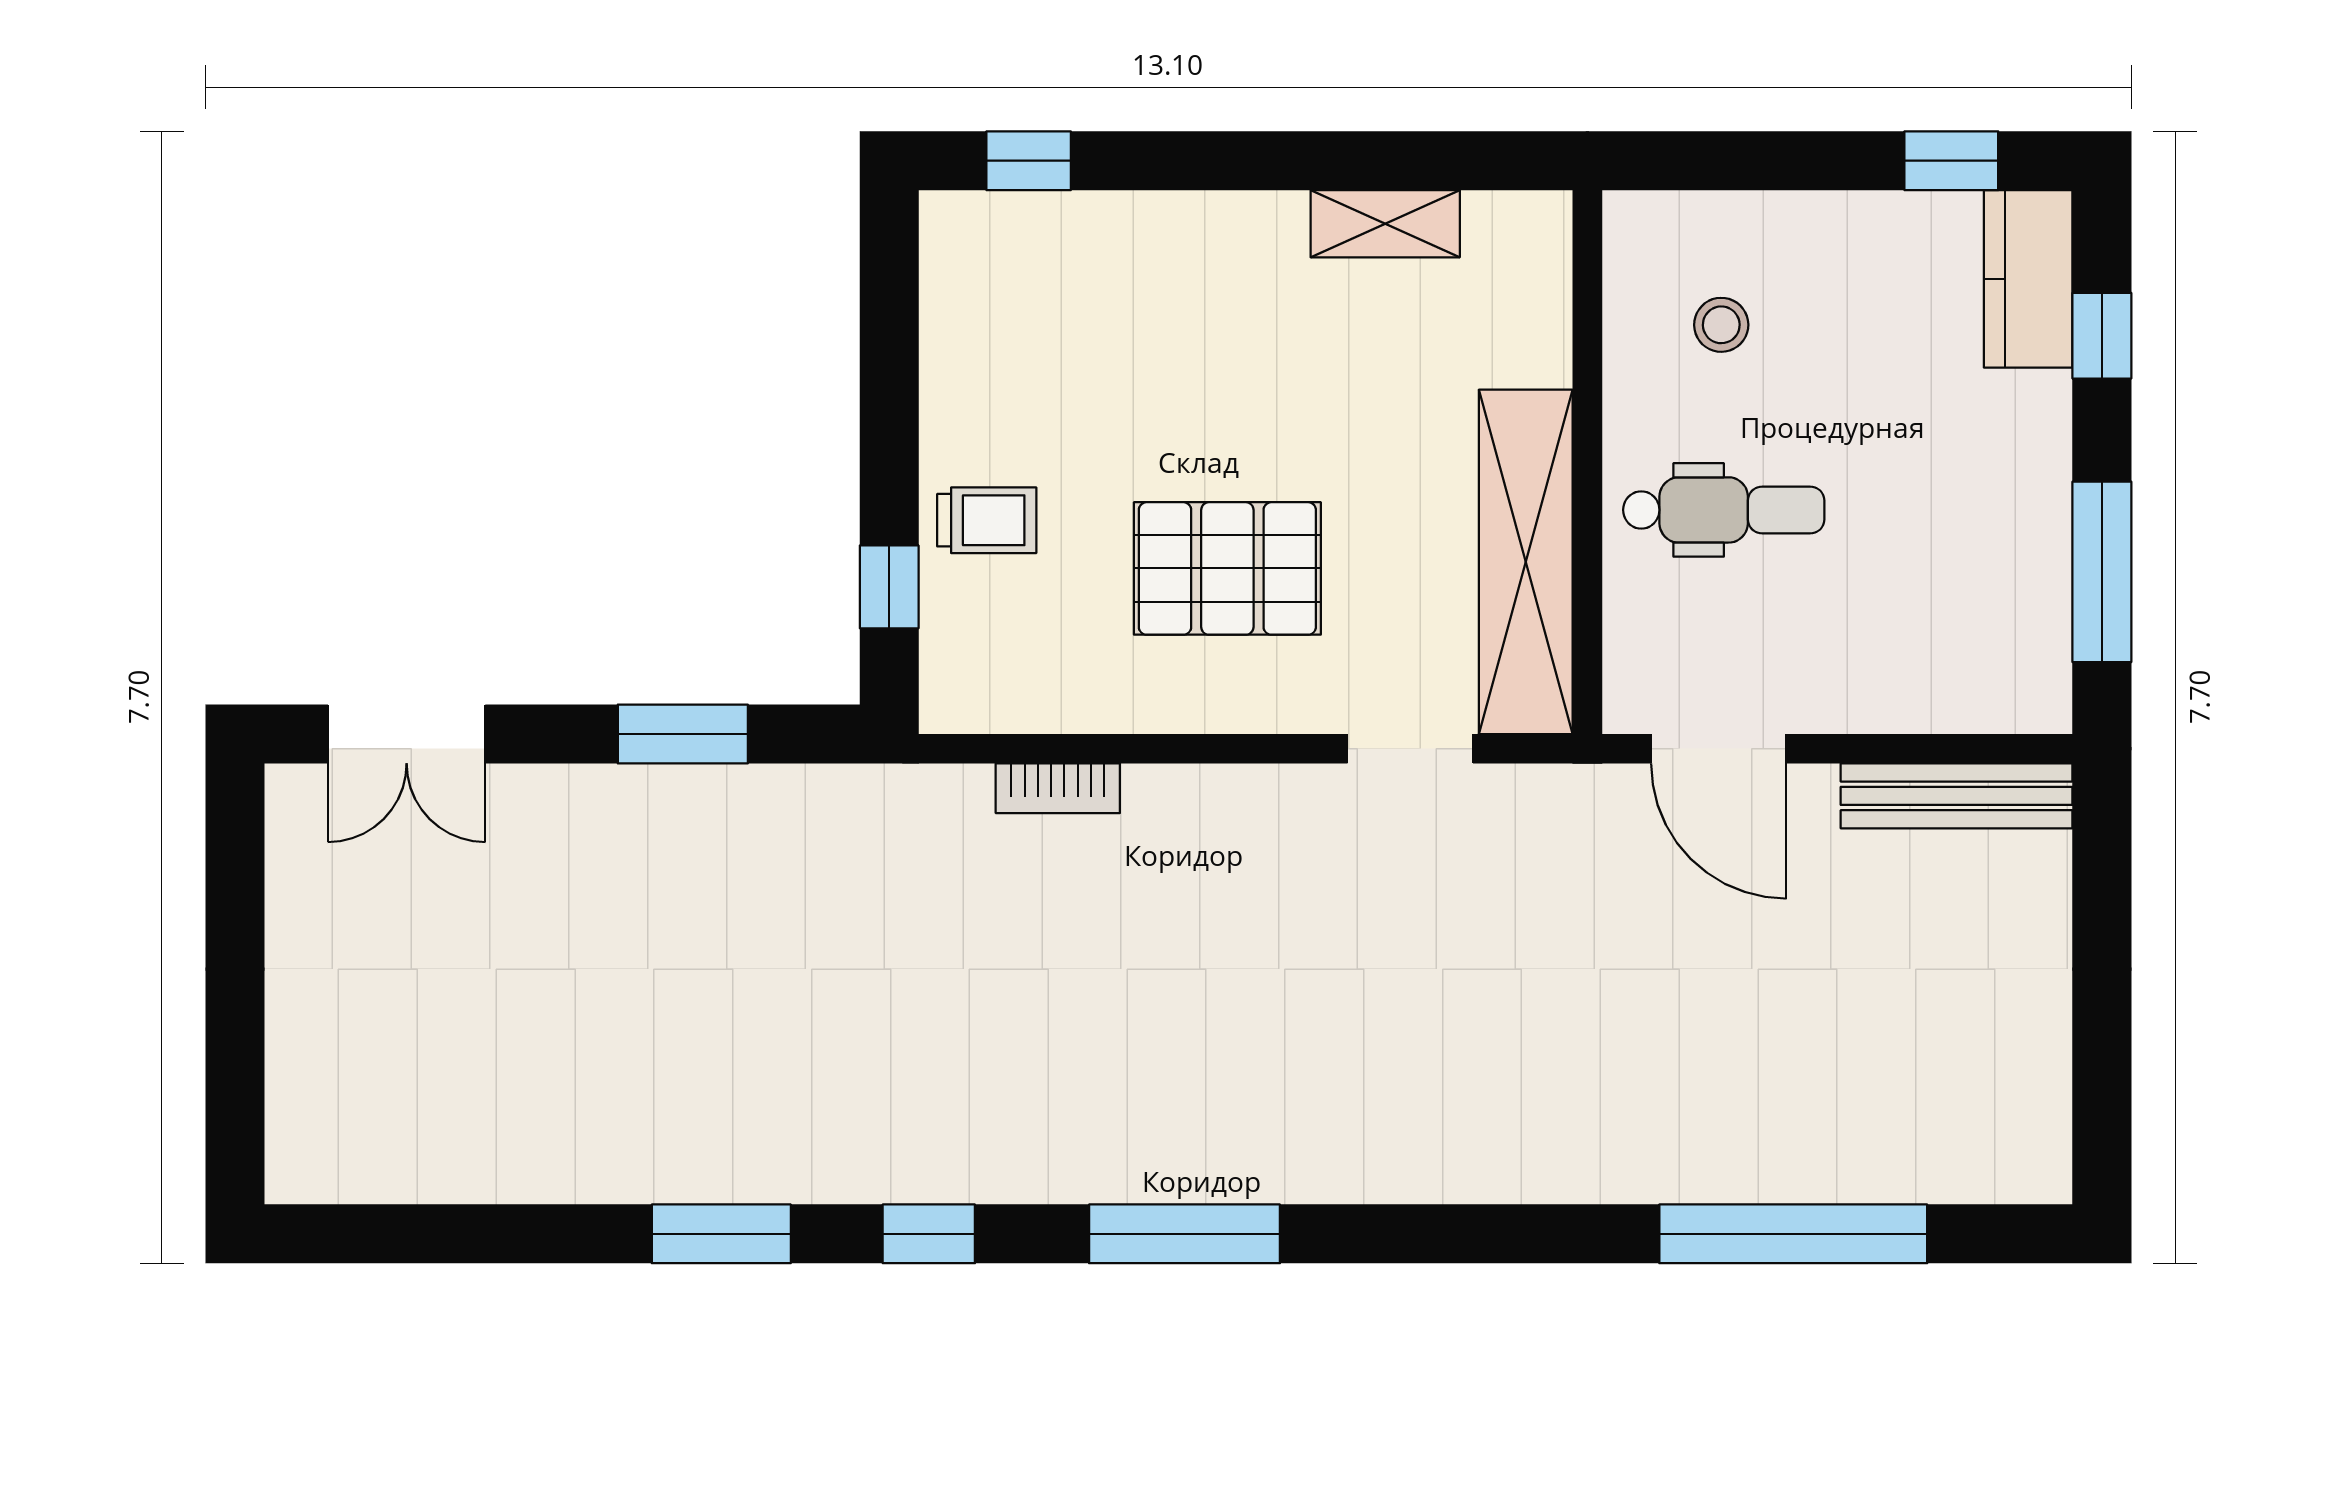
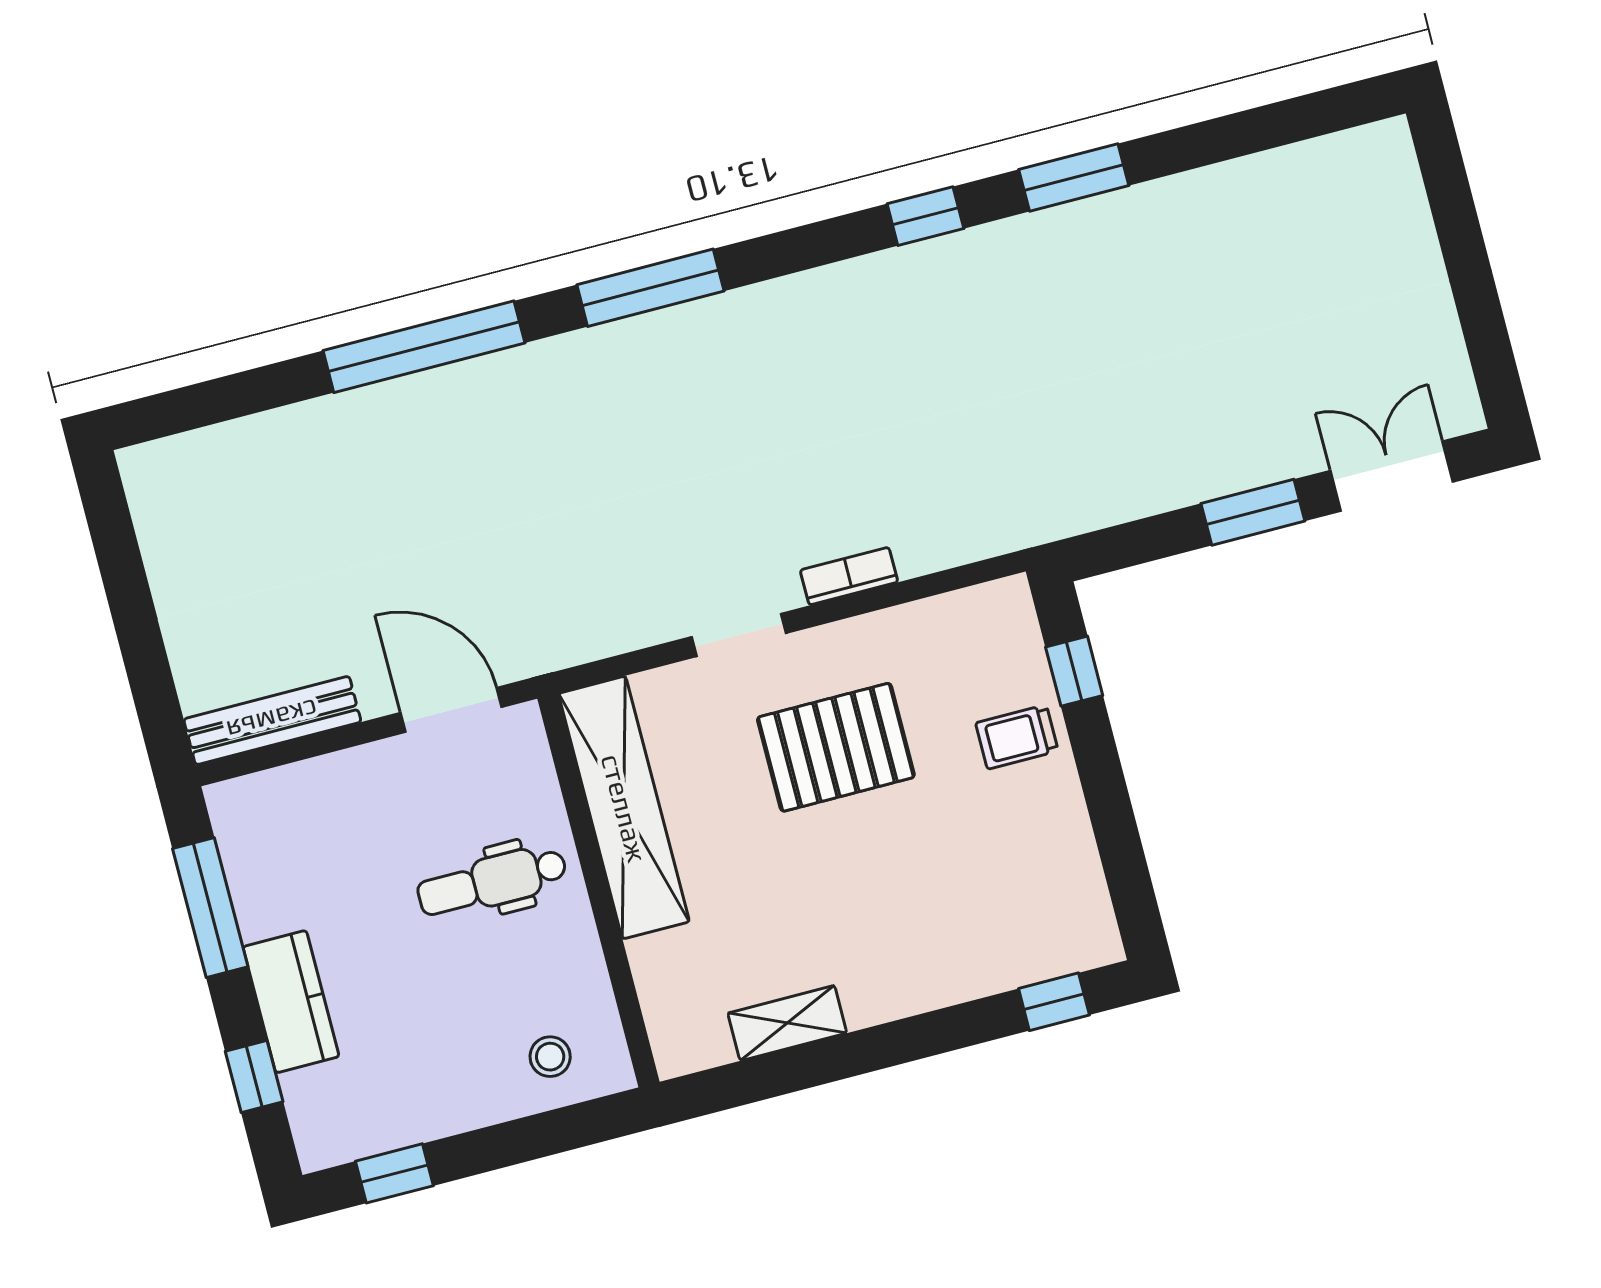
kitchen counter: (2028, 279) -> (291, 1002), moved
stool: (1721, 325) -> (550, 1057), moved
window: (683, 734) -> (1253, 512), moved
doorway: (1410, 749) -> (739, 635), moved
bookcase: (1058, 788) -> (849, 576), moved
window: (1184, 1234) -> (650, 288), moved
window: (1793, 1234) -> (424, 347), moved

